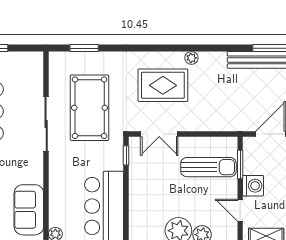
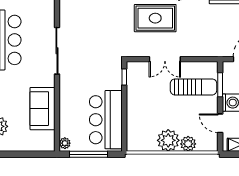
pool table: (90, 108) -> (94, 37), removed
double door: (159, 134) -> (165, 59), moved
sofa: (29, 210) -> (42, 109), moved

